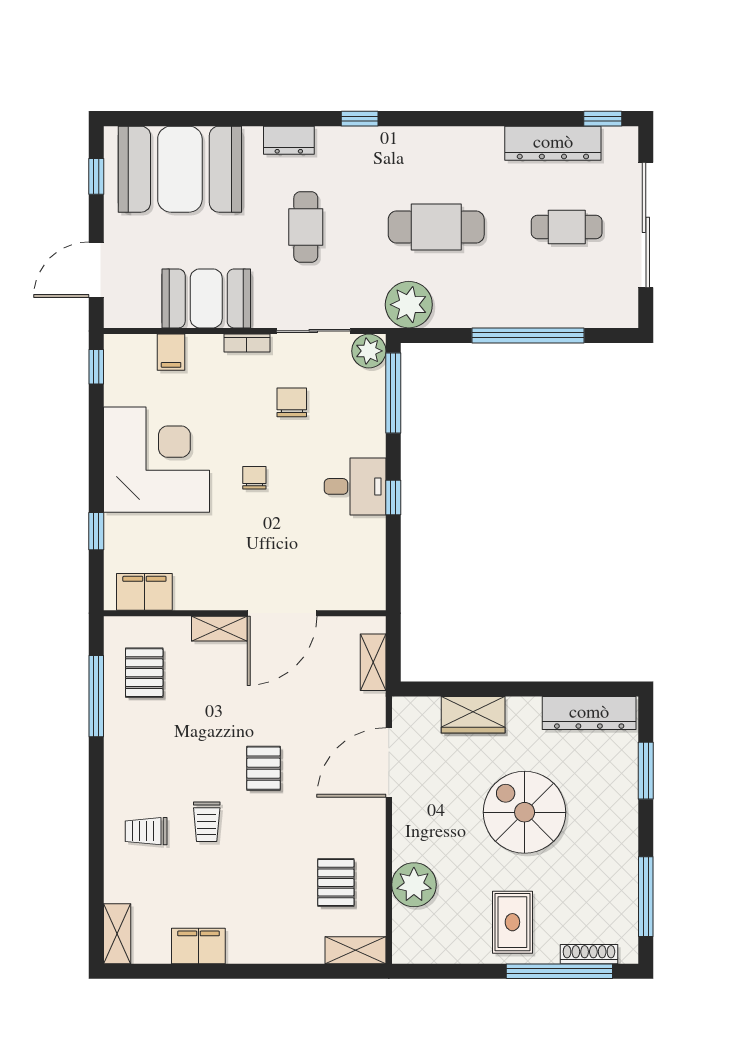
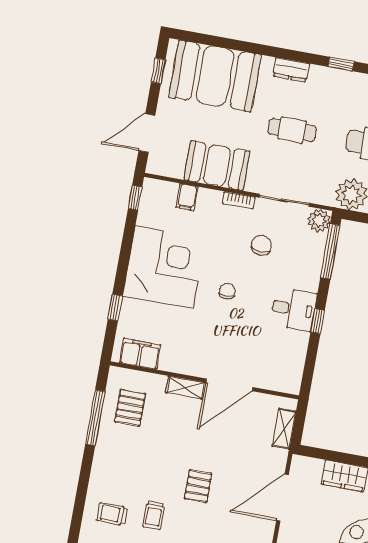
cafe table: (306, 227) -> (292, 130), turned 90

